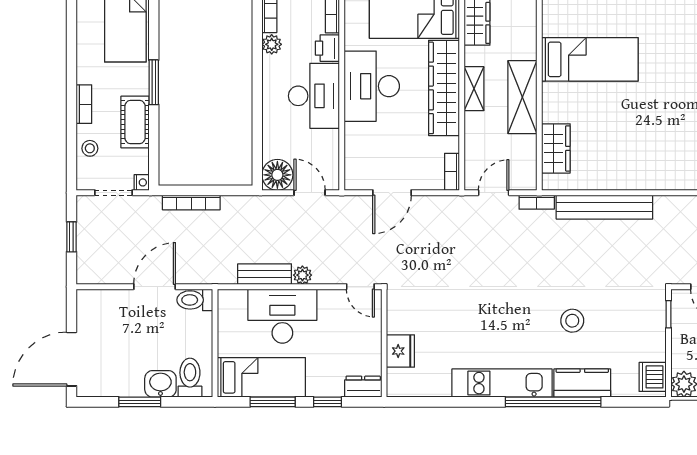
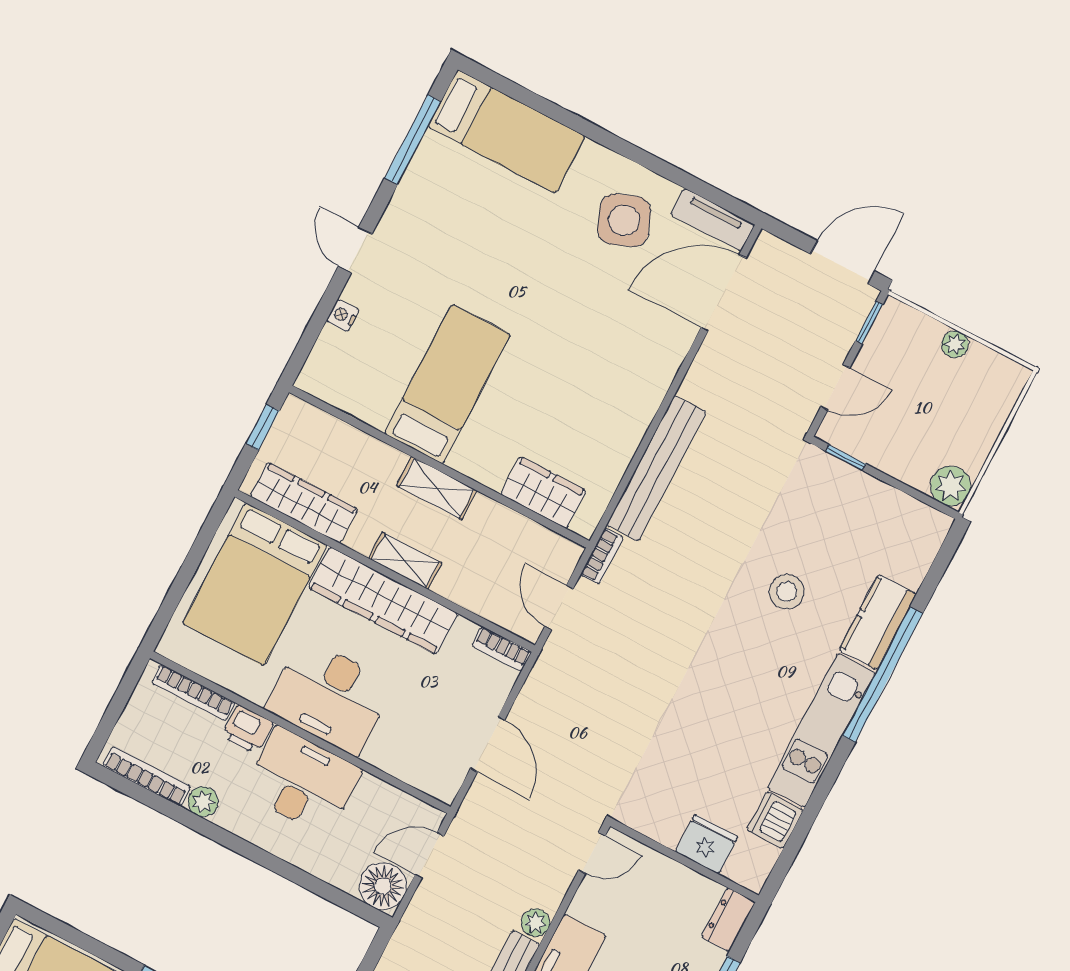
shelving: (522, 97) -> (437, 488), width x0.67, depth x0.75
dishwasher: (653, 377) -> (775, 820), moved, turned 90

